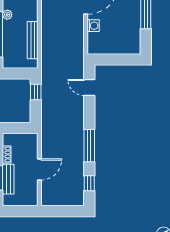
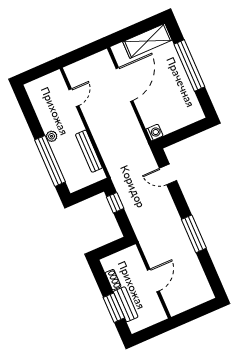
washing machine: (93, 26) -> (154, 133), moved
window: (89, 183) -> (211, 272), removed

